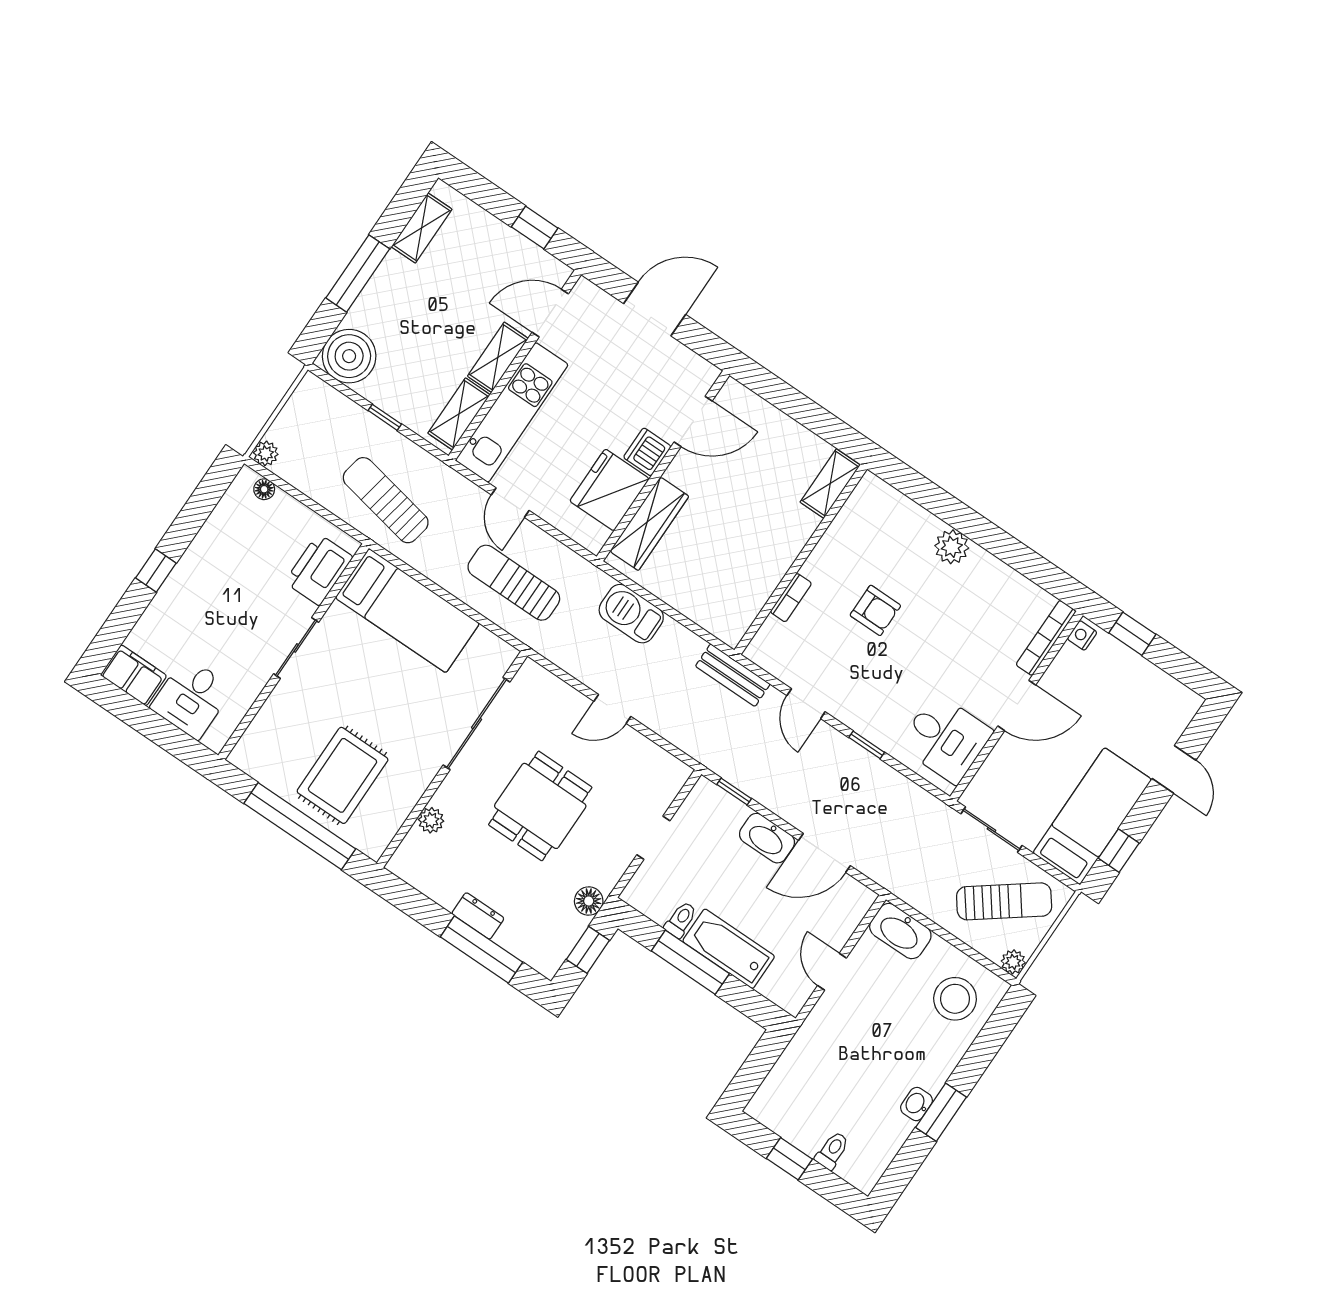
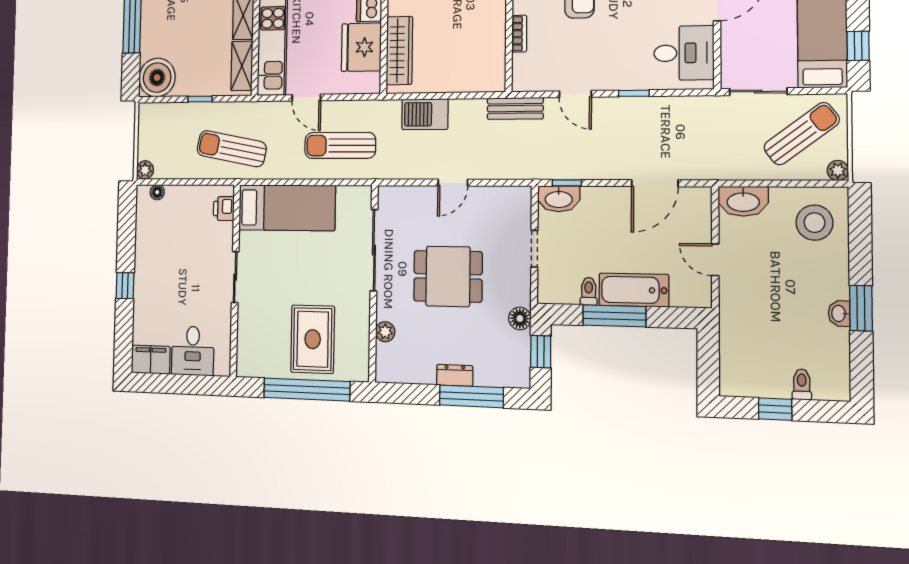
printer: (319, 570) -> (224, 209), width x0.53, depth x0.68
dining table: (540, 806) -> (448, 276), turned 90
washbasin: (767, 838) -> (559, 199), moved

